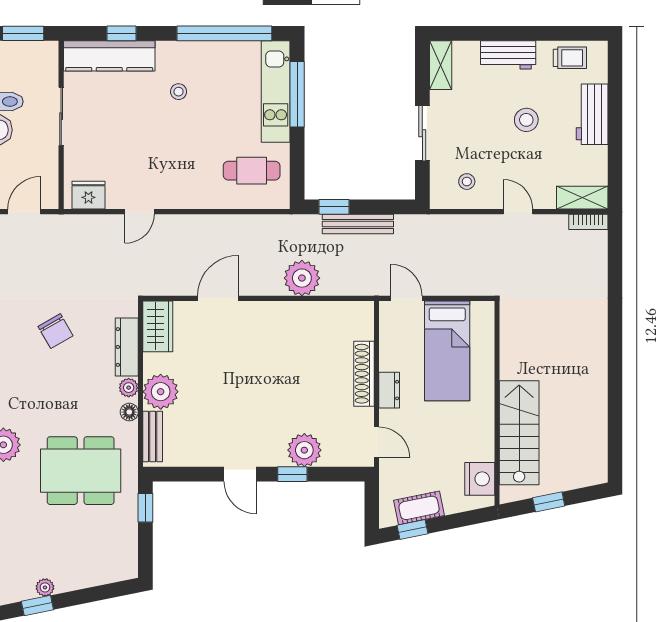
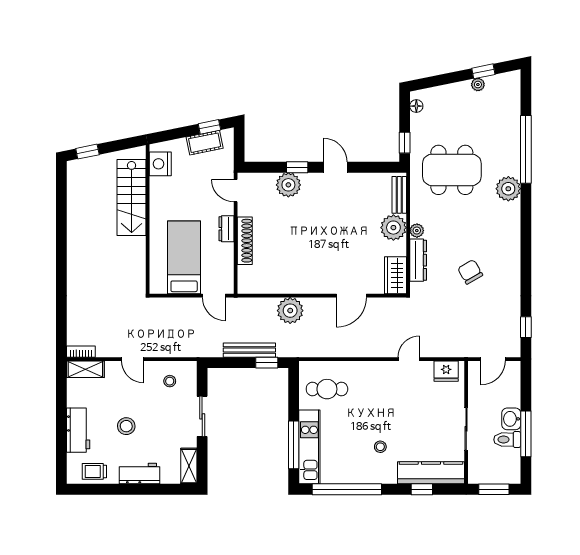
floor lamp: (129, 412) -> (416, 106), moved
window: (549, 502) -> (87, 152), moved

